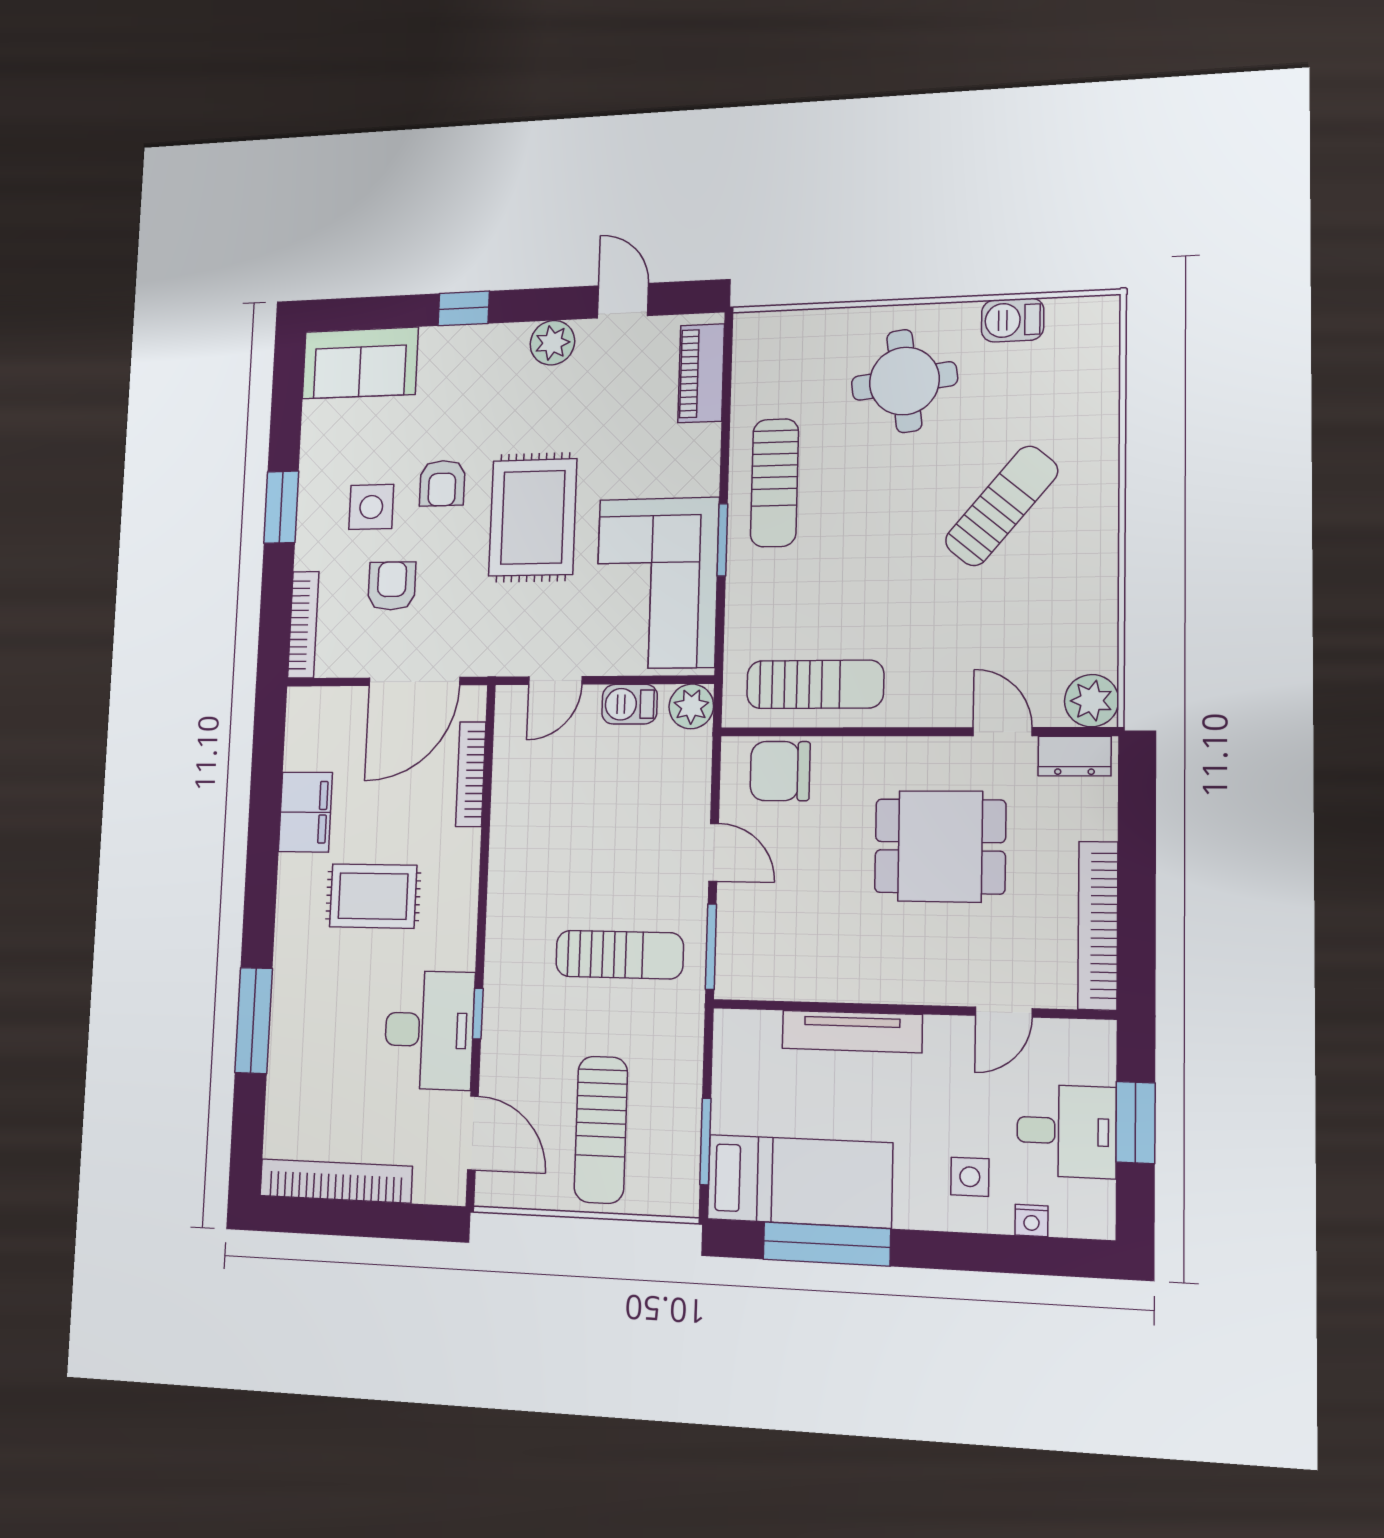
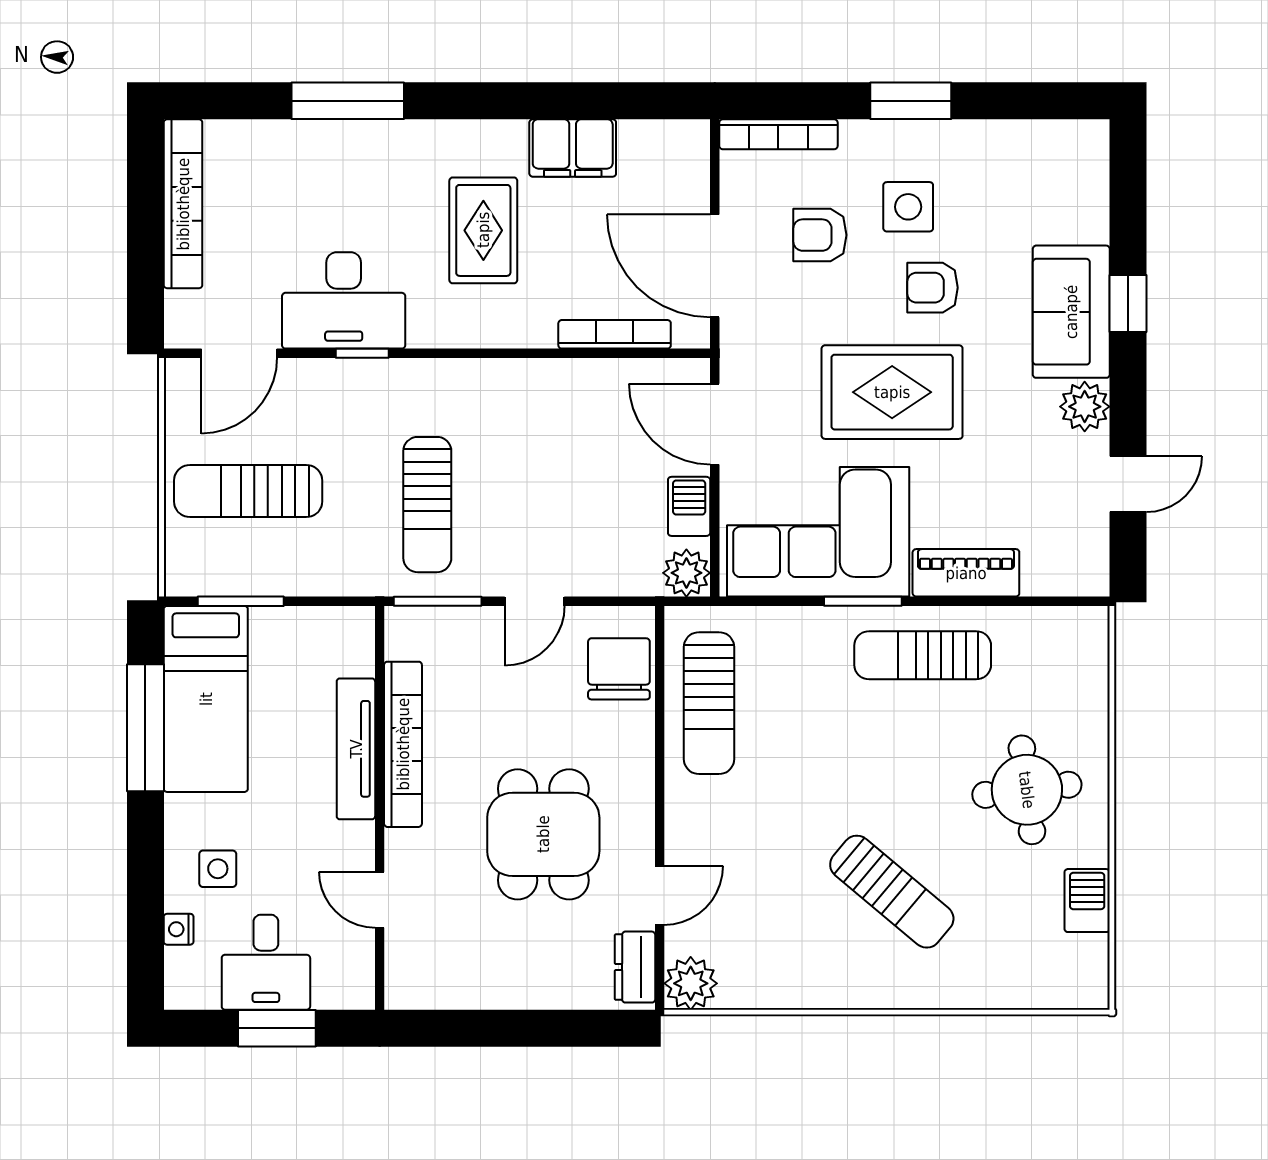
sofa: (360, 363) -> (1071, 312), moved
piano: (701, 373) -> (966, 573), moved
armchair: (392, 586) -> (820, 235), turned 180
door: (555, 681) -> (715, 424), width x1.38
bookcase: (1098, 925) -> (403, 744), moved, turned 90

